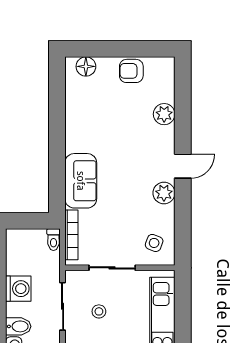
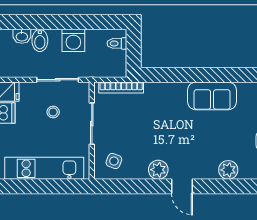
sofa: (81, 181) -> (212, 96), moved
toilet: (53, 240) -> (117, 43), moved

